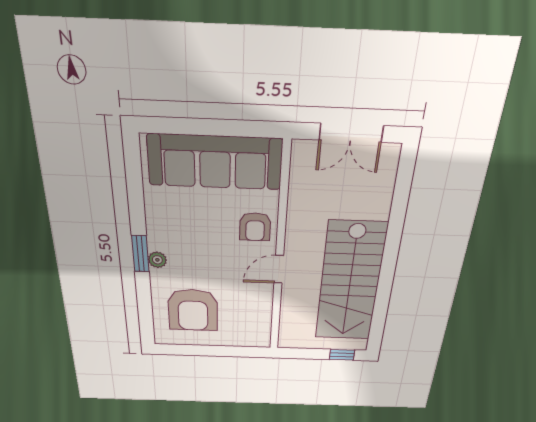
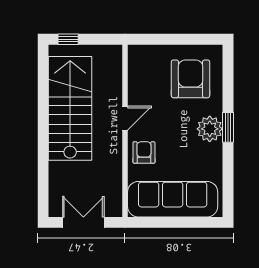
plant: (157, 260) -> (210, 129), width x1.88, depth x1.88

